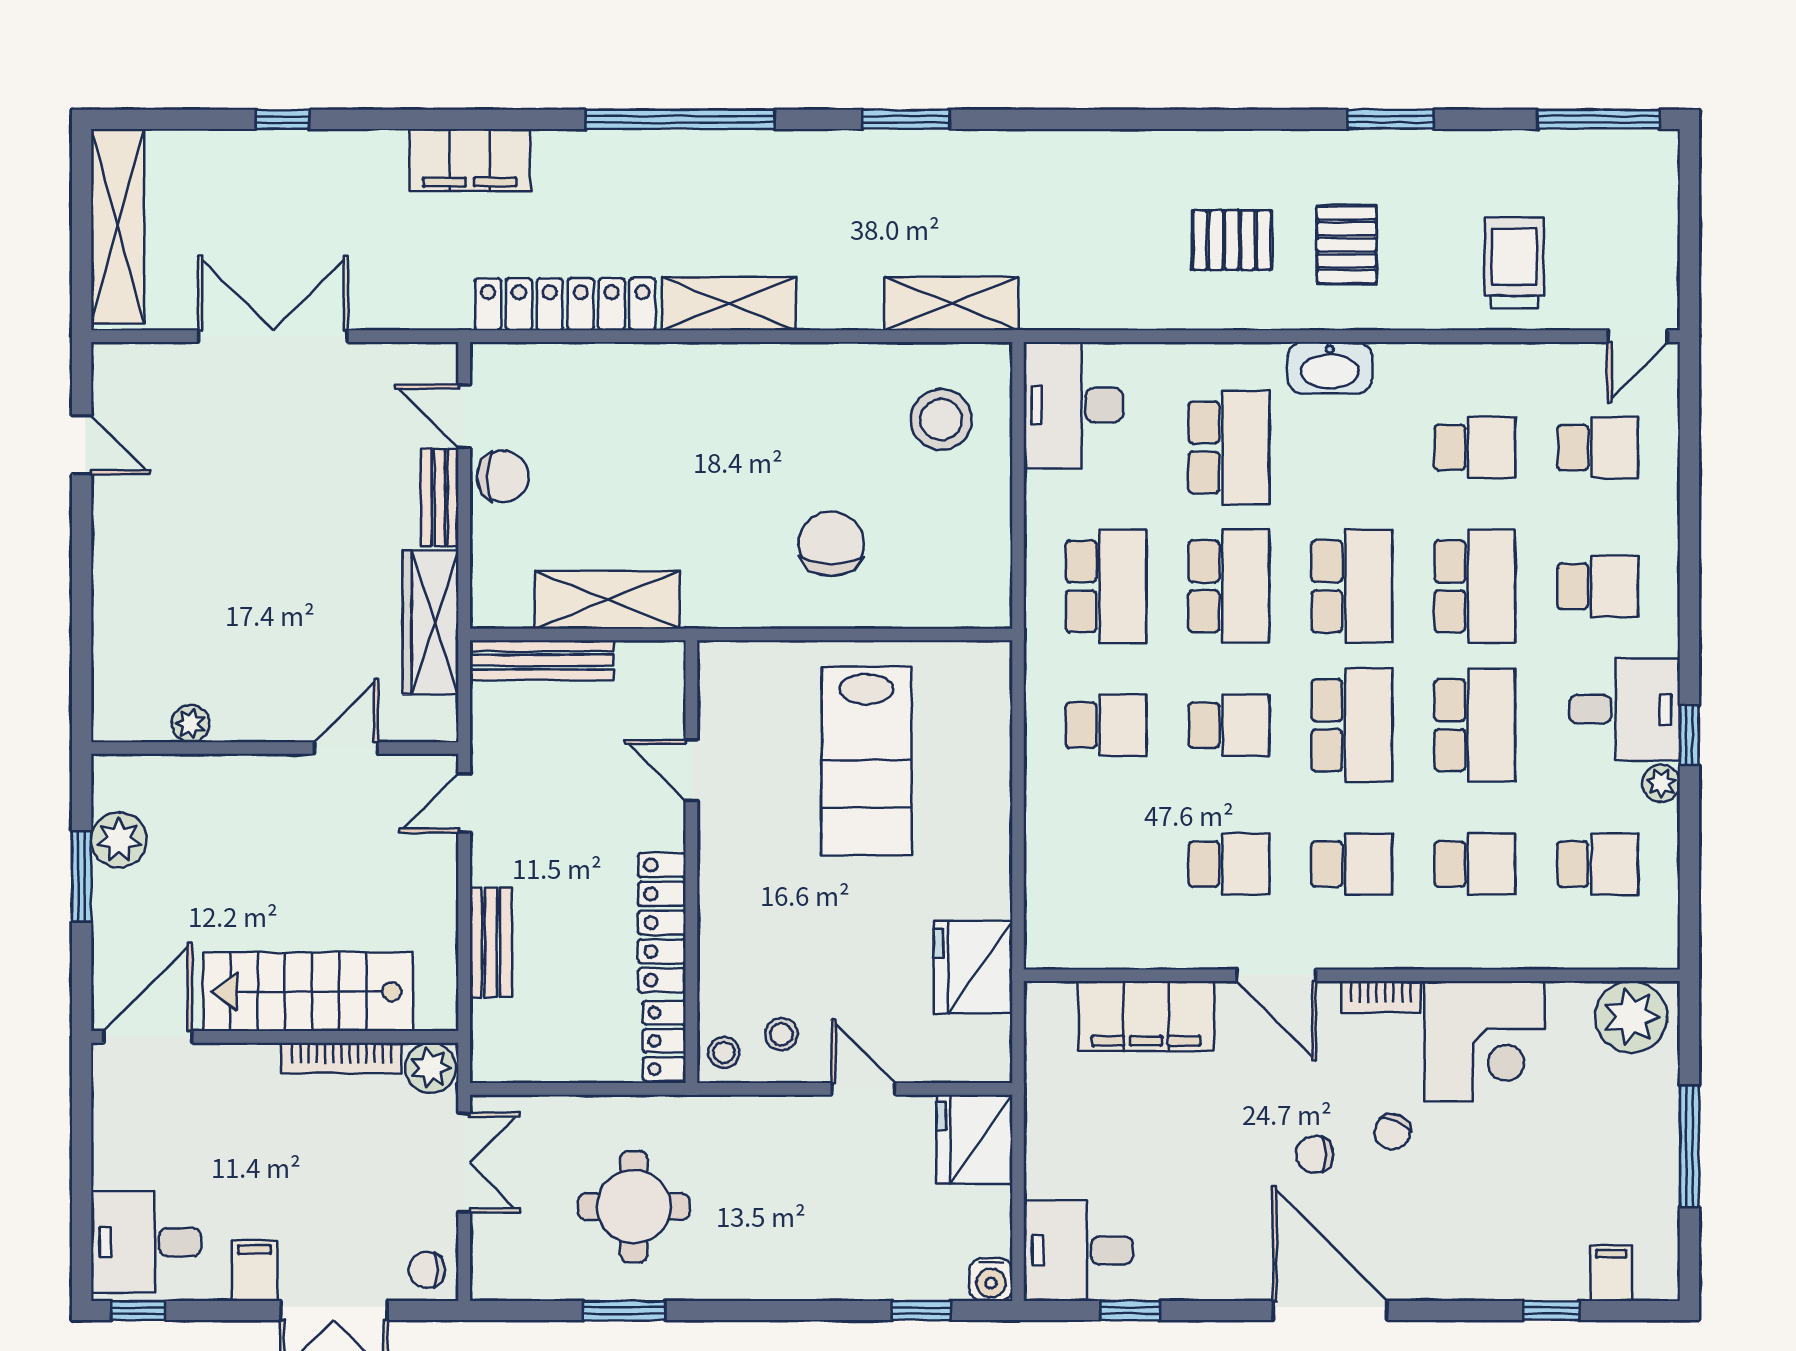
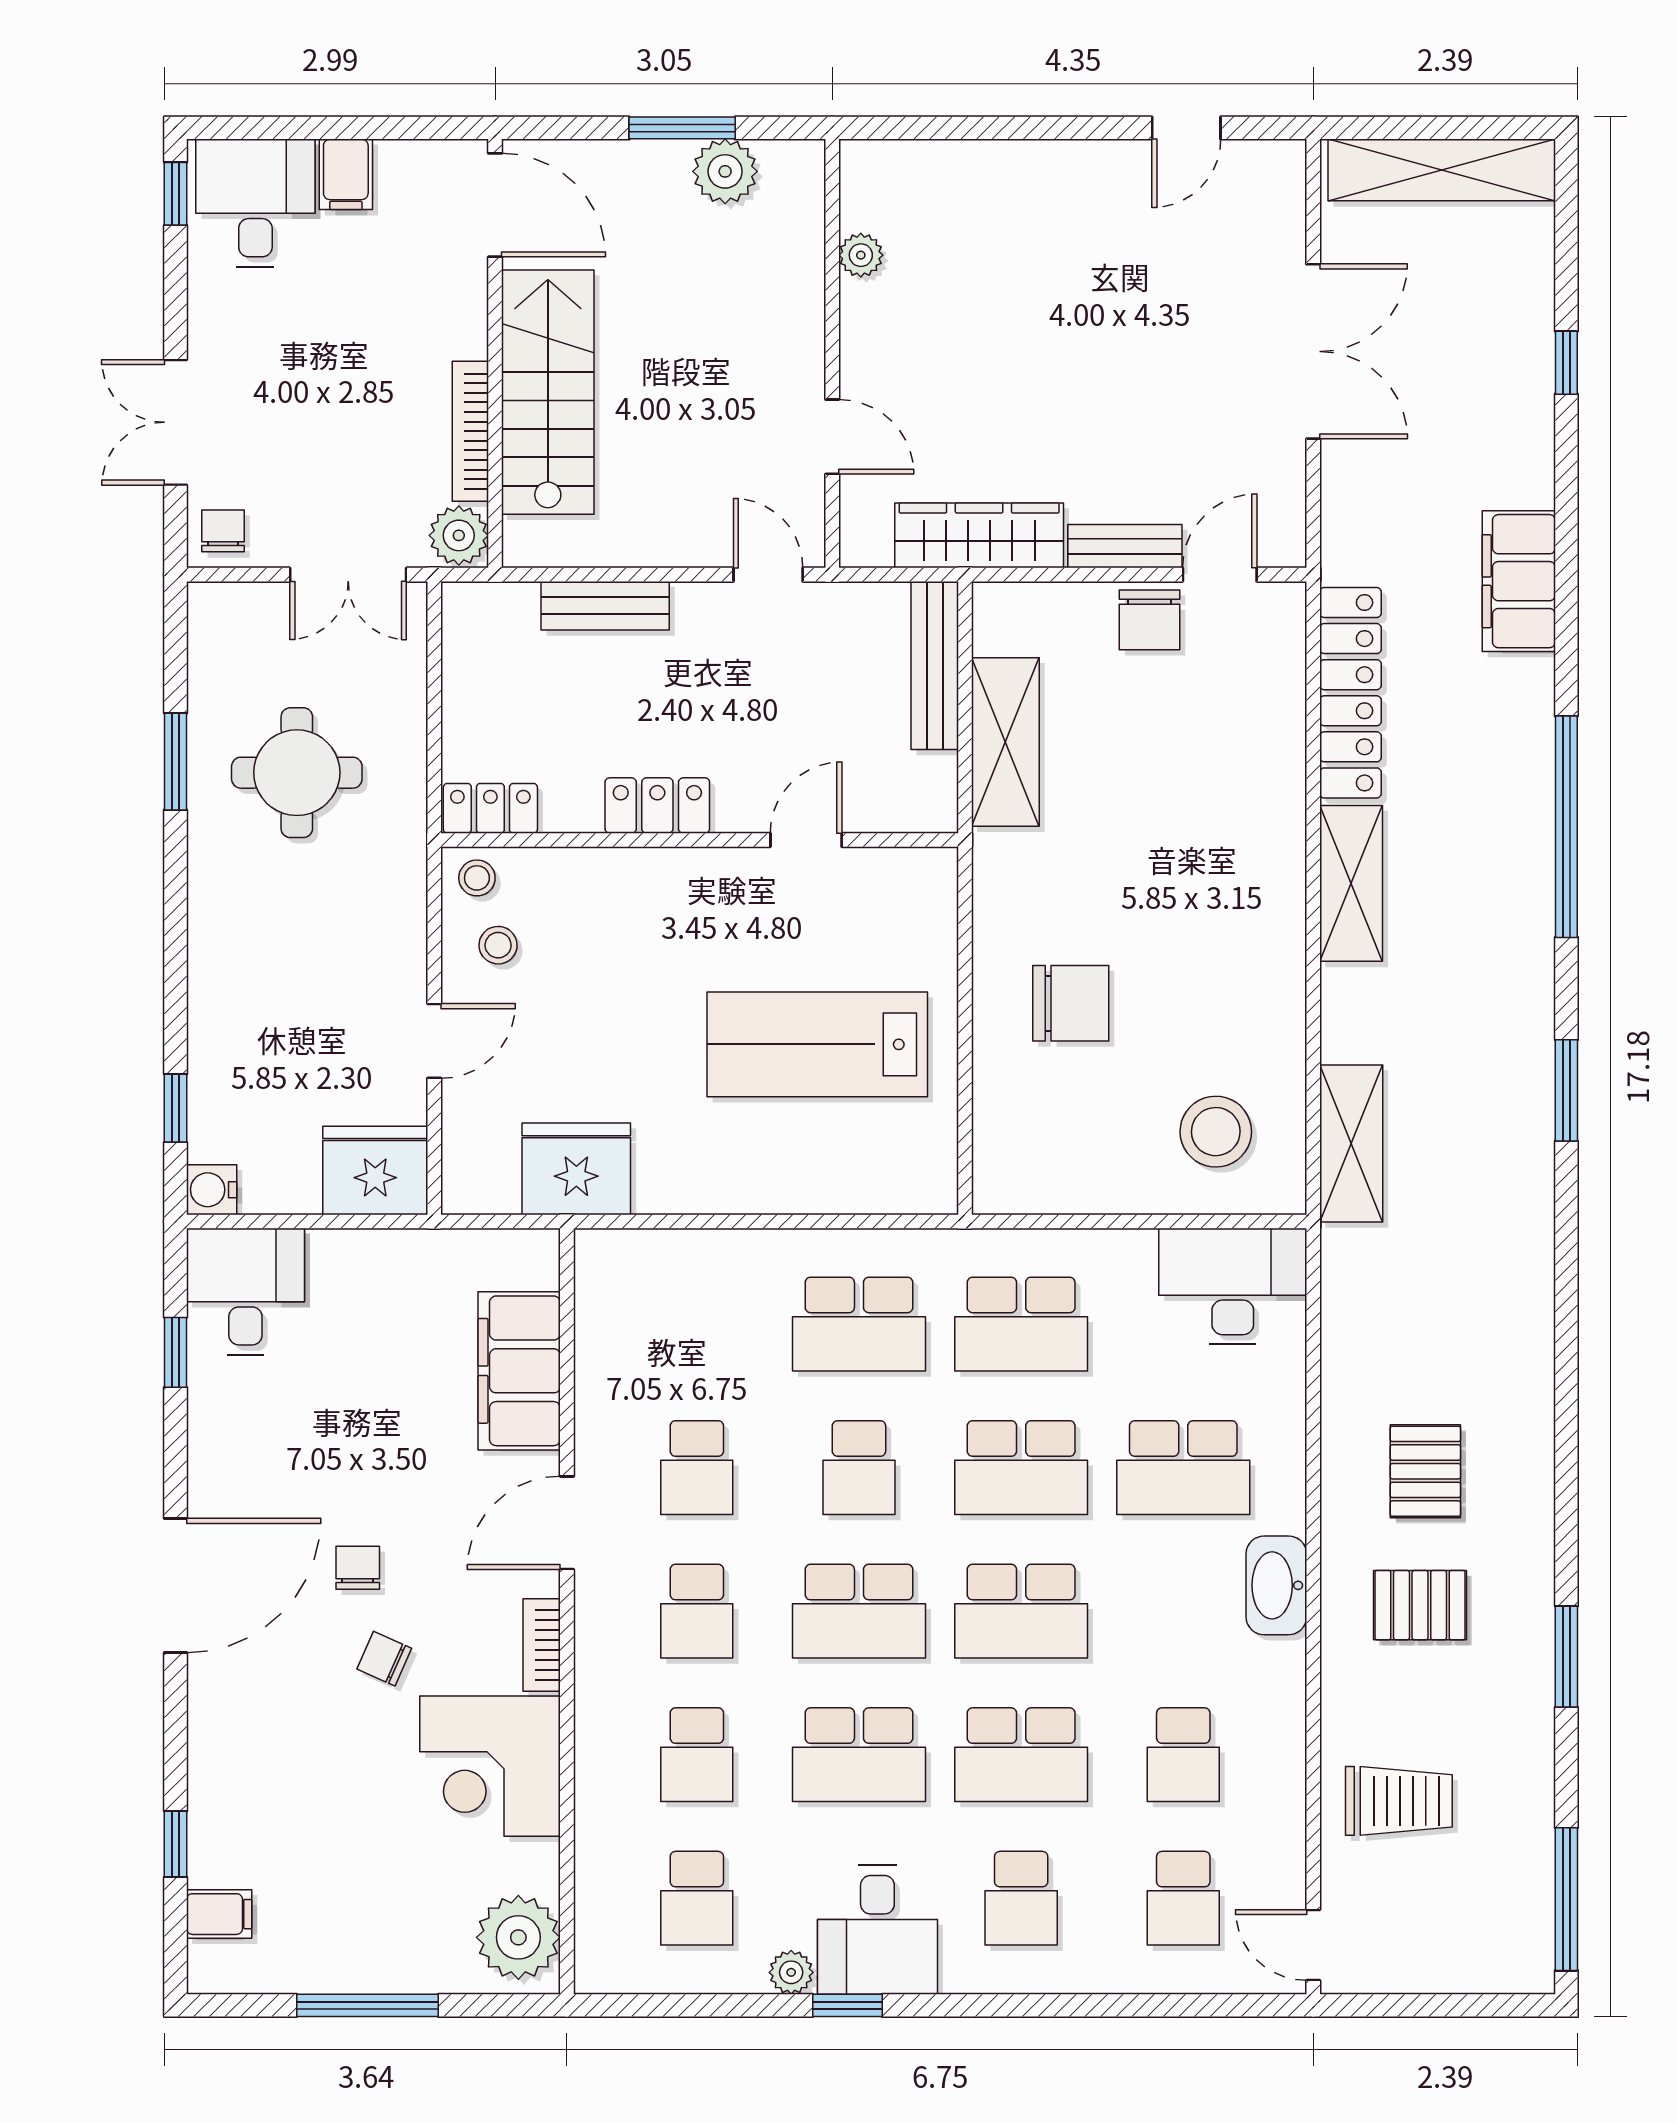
school desk: (1106, 725) -> (859, 1324), width x1.85
locker: (662, 923) -> (657, 806), width x0.66
filing cabinet: (255, 1271) -> (346, 174), moved, turned 90

